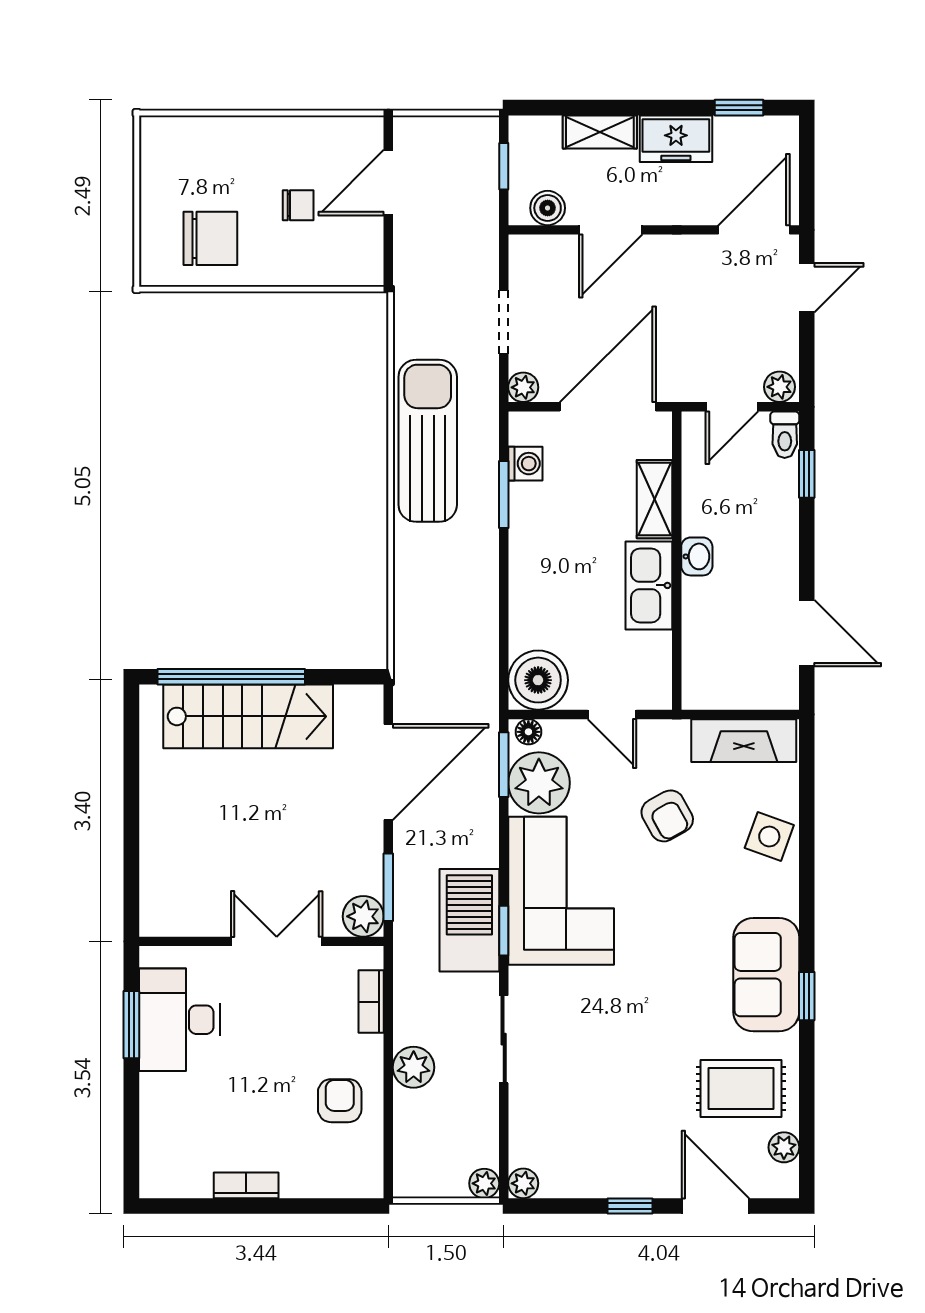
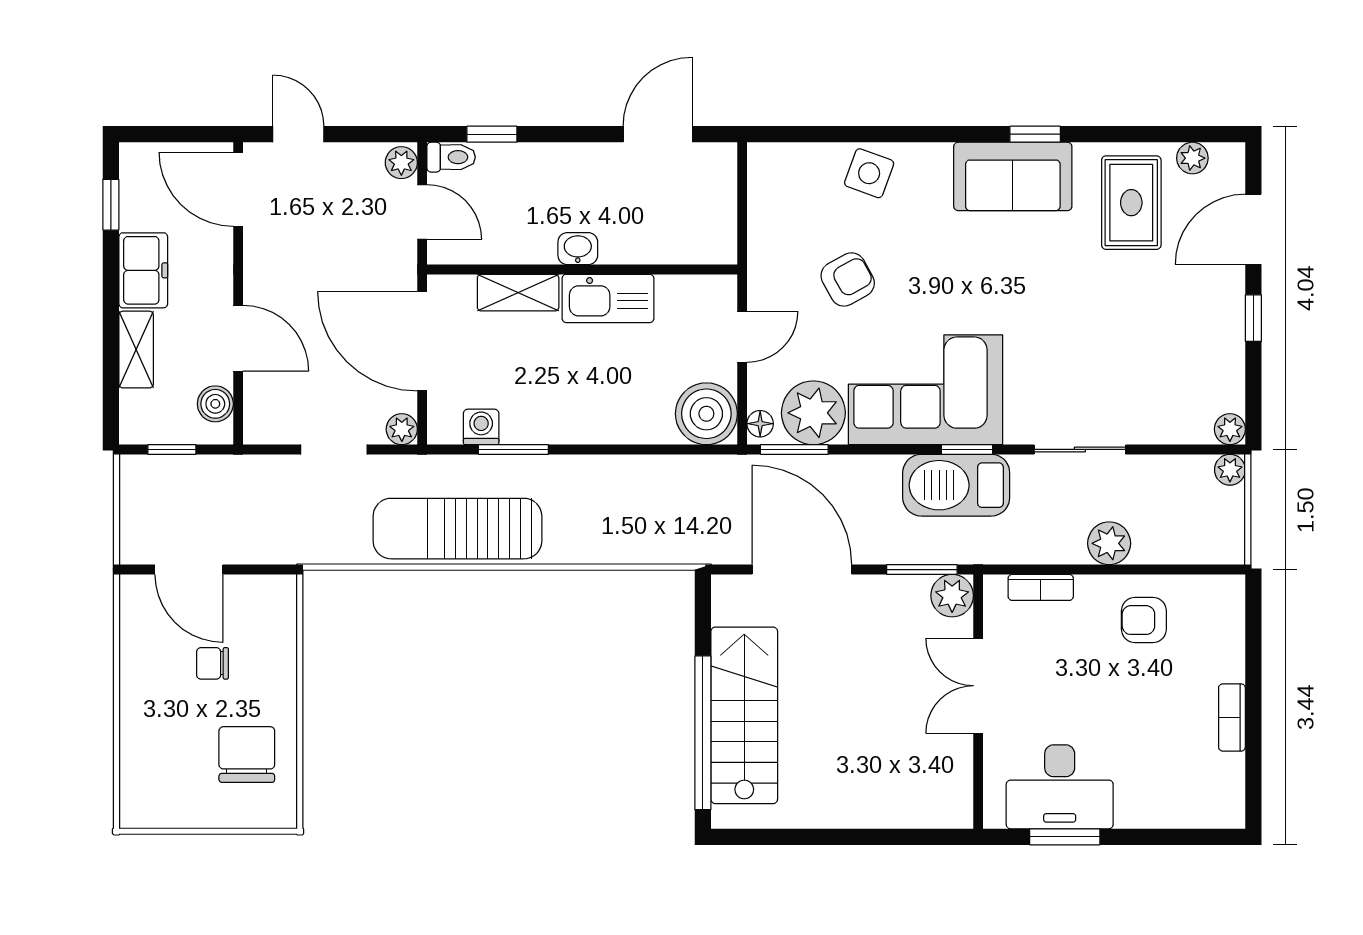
chair: (298, 205) -> (212, 663), turned -90
fireplace: (744, 741) -> (769, 200), removed

